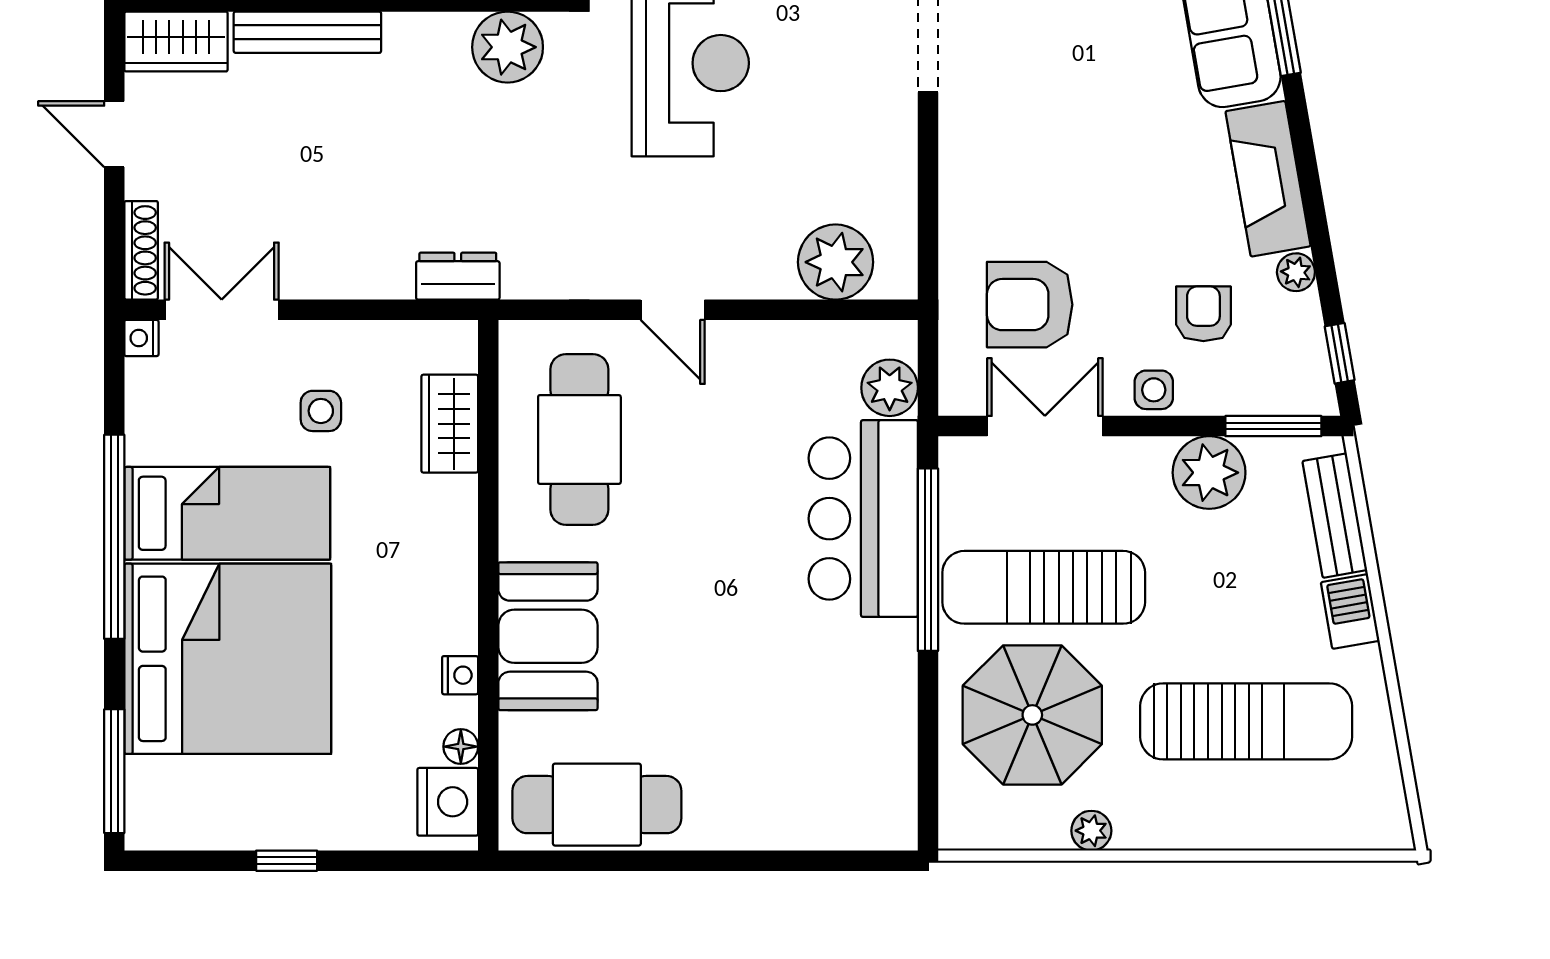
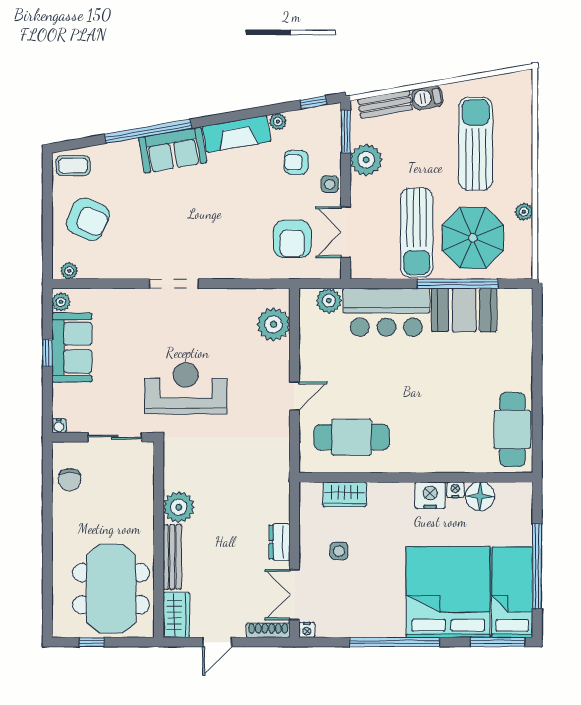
plant: (508, 47) -> (179, 507), moved
dresser: (458, 276) -> (280, 542), moved
bed: (227, 513) -> (512, 592), moved
window: (928, 560) -> (457, 284), moved
booth: (548, 636) -> (464, 310), moved
floor lamp: (461, 747) -> (480, 496), width x1.89, depth x1.89
nightstand: (448, 802) -> (430, 495), moved
window: (287, 861) -> (537, 566), width x3.17

